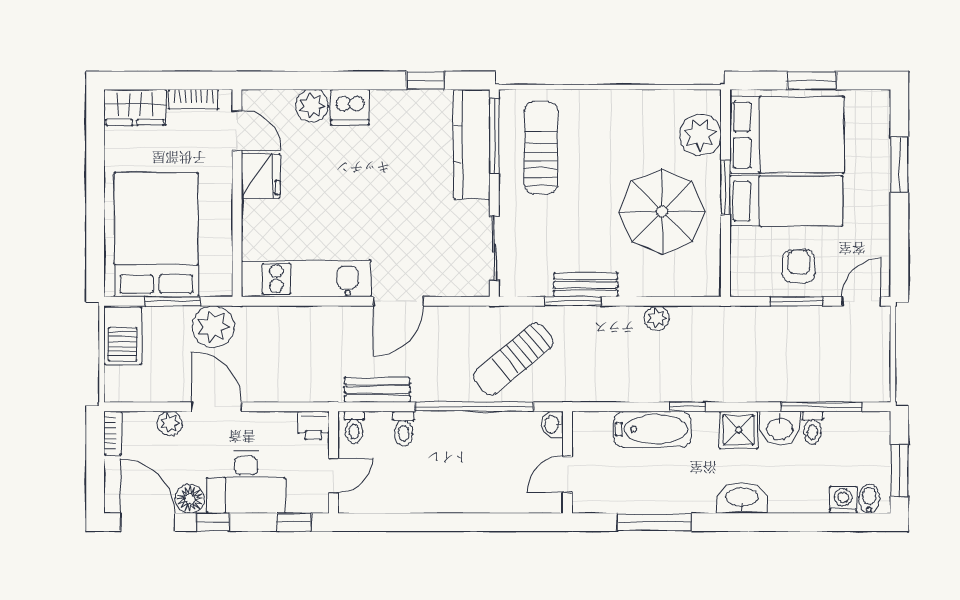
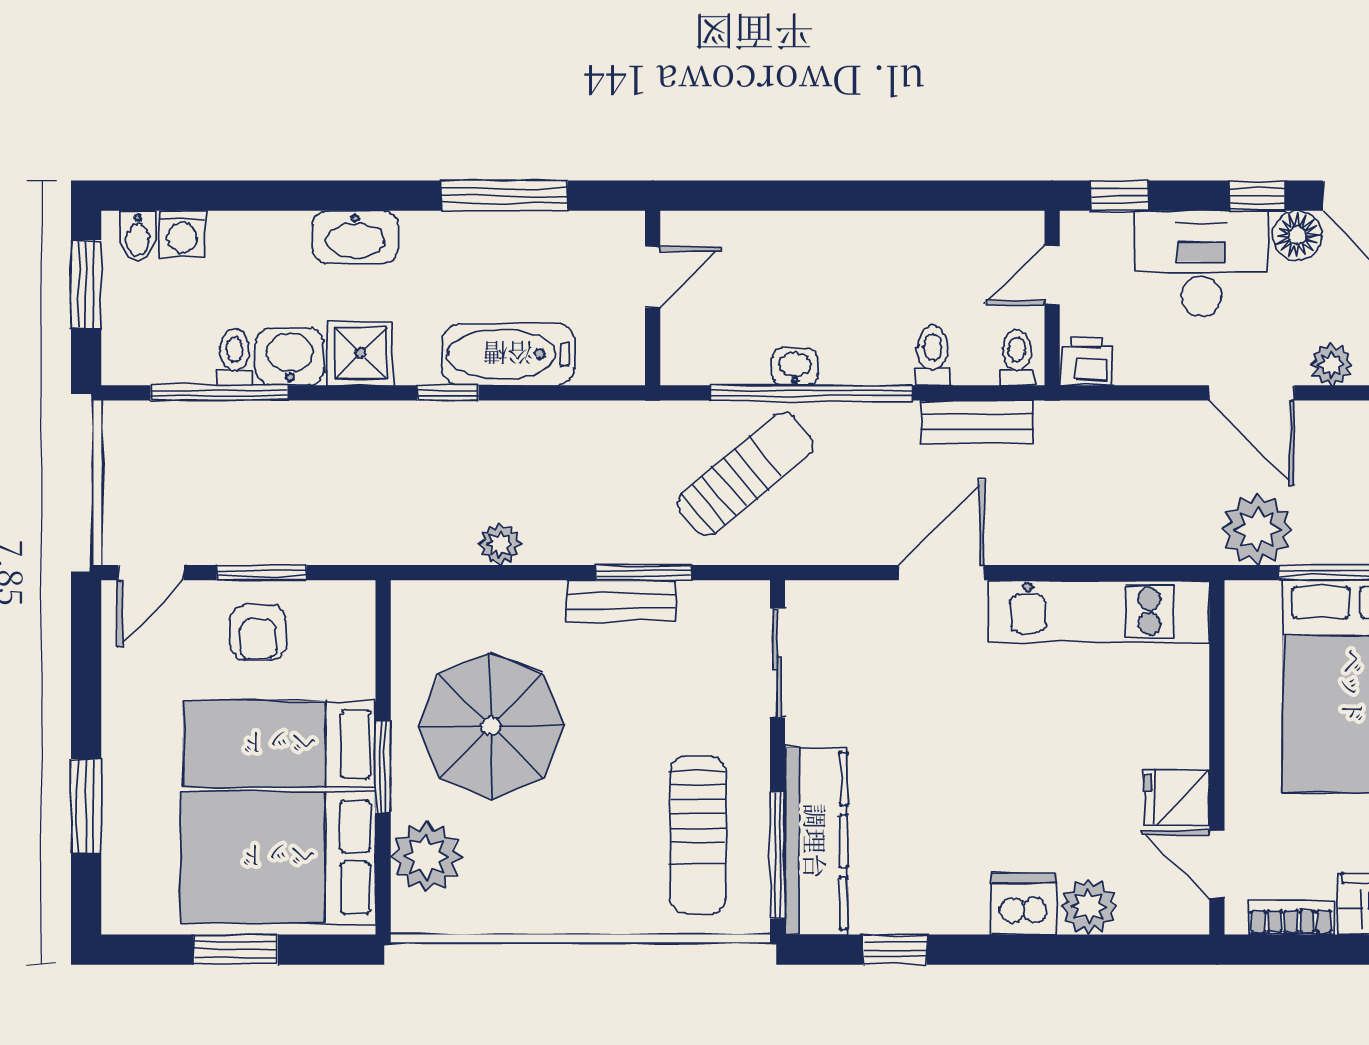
fridge: (261, 176) -> (1176, 797), width x0.72
washbasin: (552, 424) -> (795, 367), moved, turned -90

